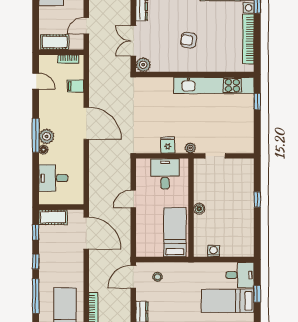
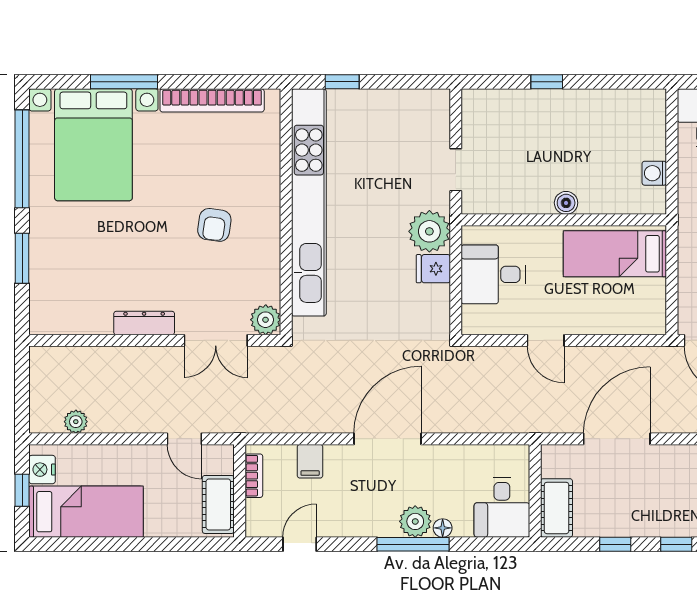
kitchen unit: (214, 85) -> (309, 202), width x1.36
plant: (190, 148) -> (429, 231), width x1.88, depth x1.88
wall: (61, 207) -> (535, 491), moved
cot: (53, 217) -> (557, 508), moved

